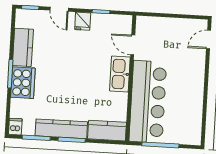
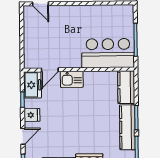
freezer: (117, 24) -> (33, 85), added
kitchen sink: (120, 74) -> (72, 79), width x0.73
bar counter: (148, 102) -> (108, 53), width x0.73

